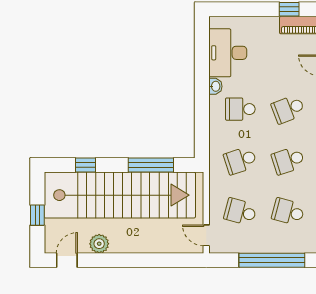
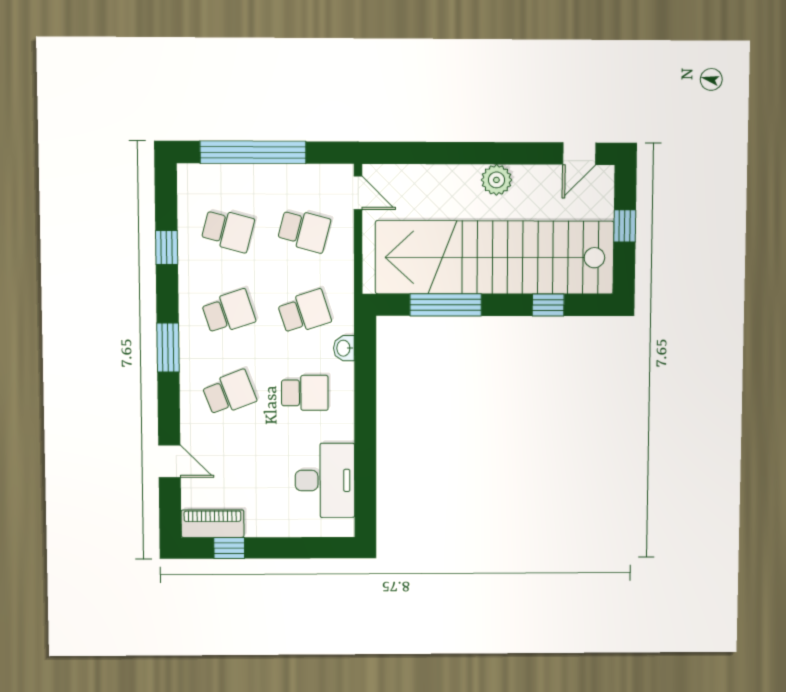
washbasin: (215, 86) -> (344, 348), moved
plant: (99, 244) -> (496, 180), moved

